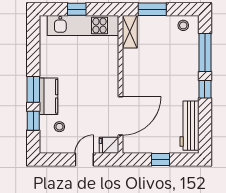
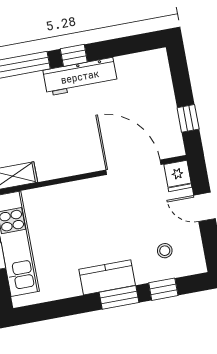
kitchen counter: (49, 96) -> (107, 277), moved
workbench: (189, 126) -> (80, 77), moved
window: (161, 160) -> (188, 118), moved

